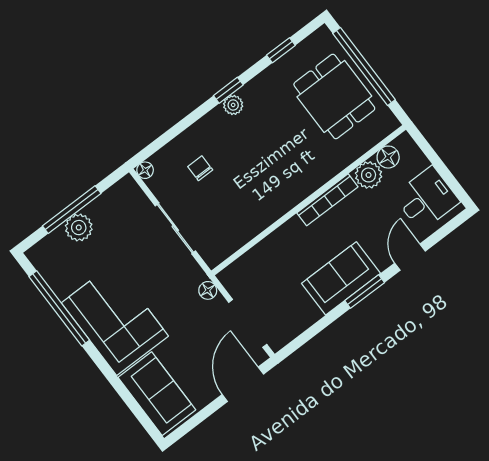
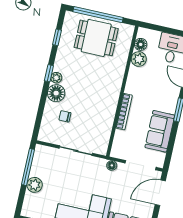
floor lamp: (145, 170) -> (56, 93), moved, width x1.89, depth x1.89
bookcase: (327, 200) -> (124, 112), moved
window: (72, 210) -> (28, 167), moved
sofa: (341, 278) -> (160, 131), moved
door: (243, 384) -> (160, 193), hinge flipped

